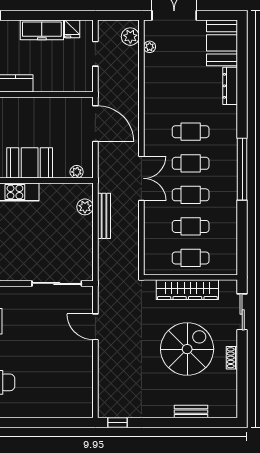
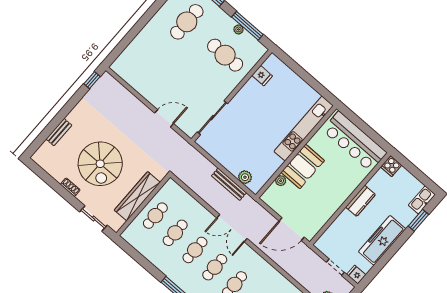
fridge: (72, 29) -> (356, 274), moved
freezer: (42, 30) -> (382, 240), width x1.36, depth x1.26
plant: (77, 172) -> (281, 181), moved

